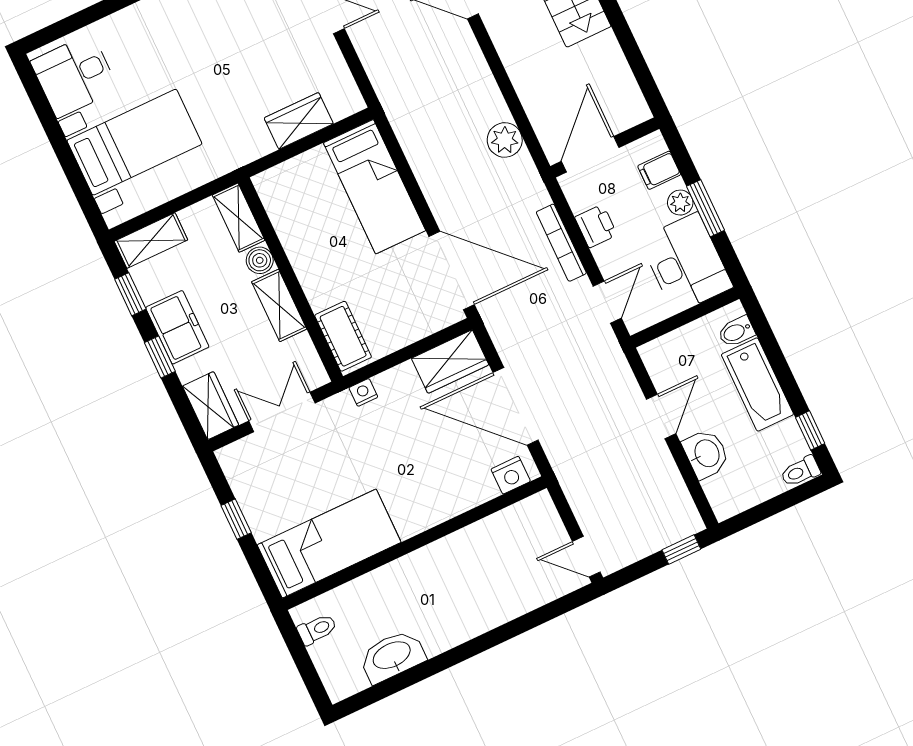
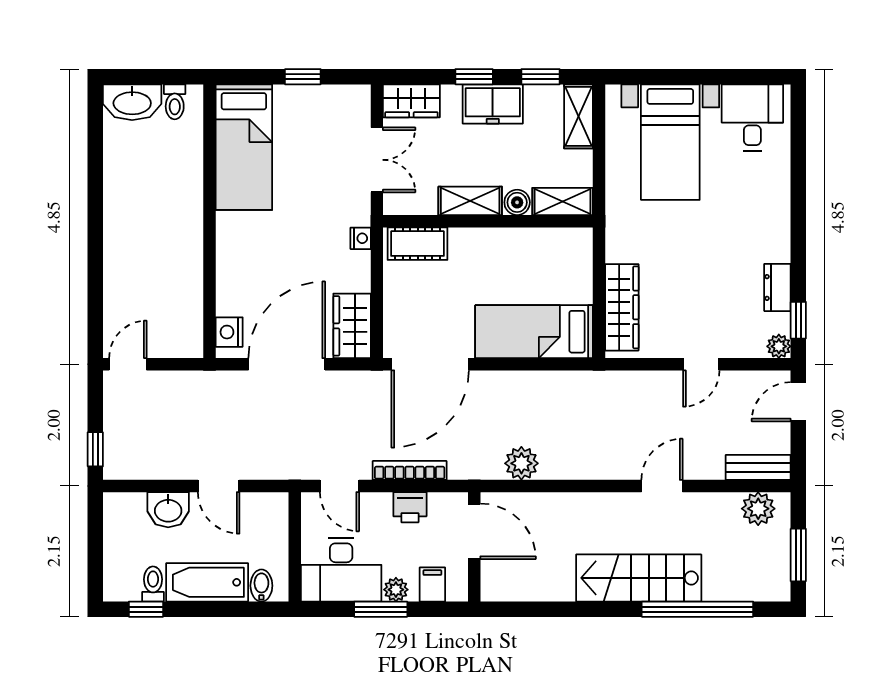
wardrobe: (299, 121) -> (622, 307), width x1.50
toilet: (800, 471) -> (153, 584), moved
washbasin: (392, 656) -> (132, 102), moved, turned 90

